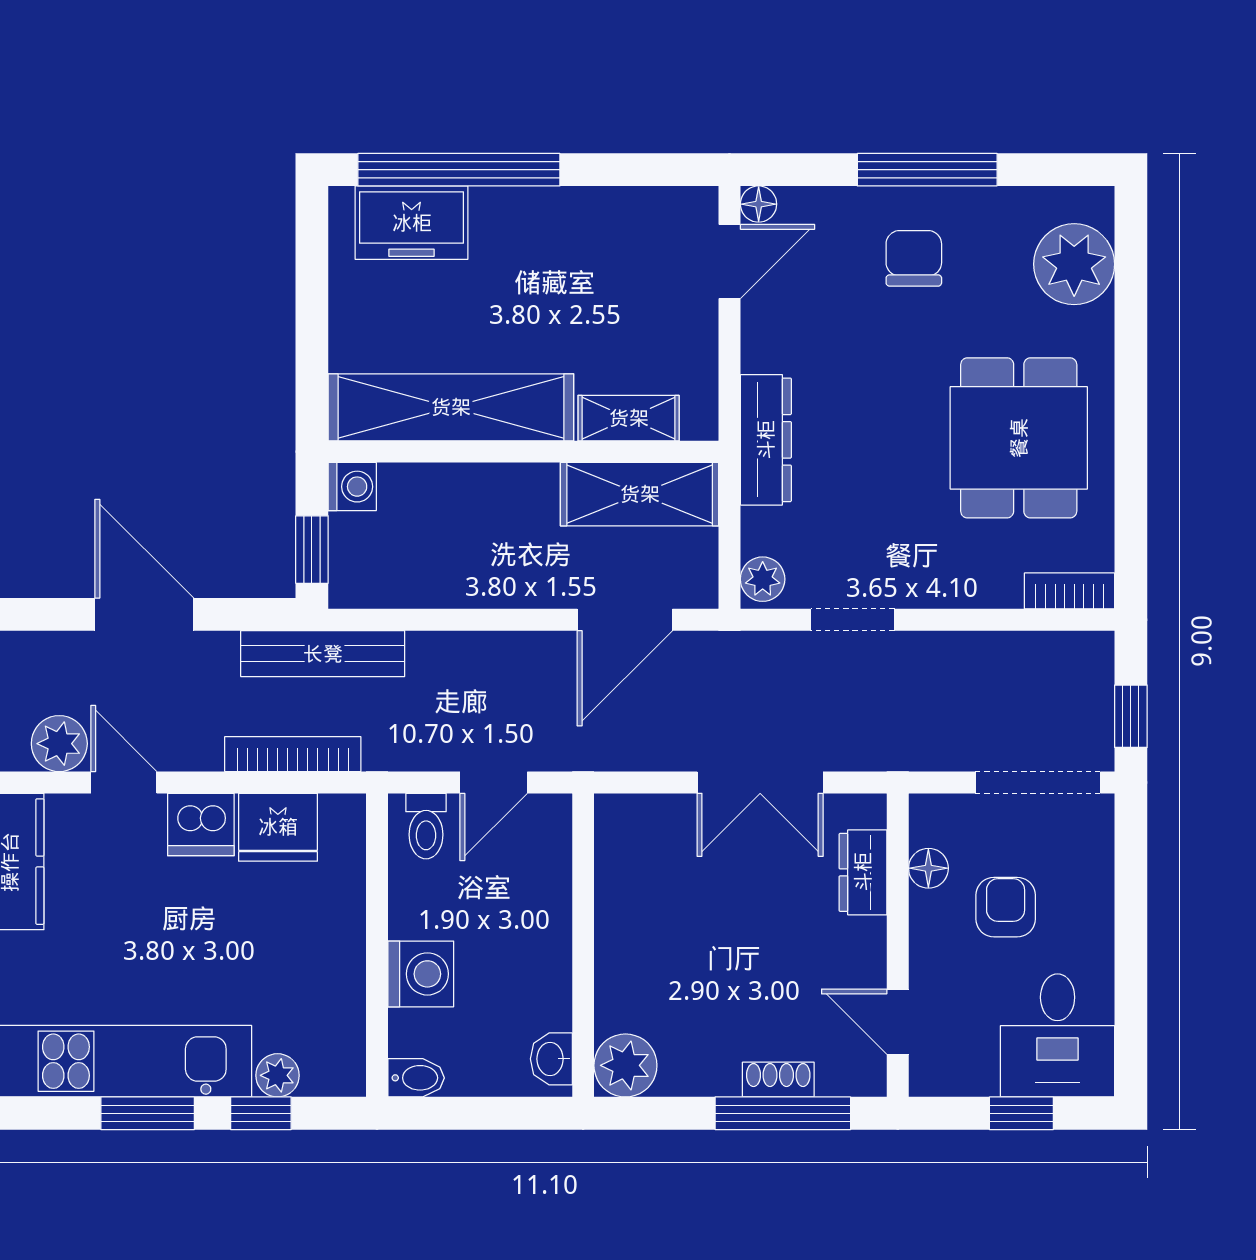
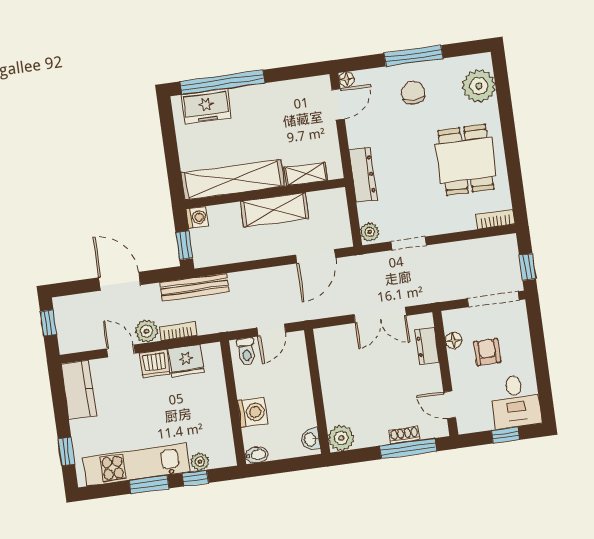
shelving: (640, 494) -> (275, 210), moved
plant: (59, 744) -> (146, 331), moved
bookcase: (293, 754) -> (178, 331), width x0.64

